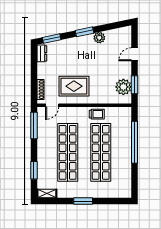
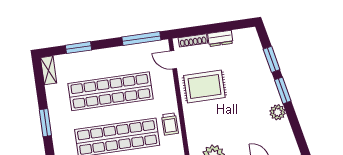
window: (52, 39) -> (272, 59), moved
dresser: (42, 53) -> (220, 38), moved
rug: (74, 86) -> (204, 87), turned 90

